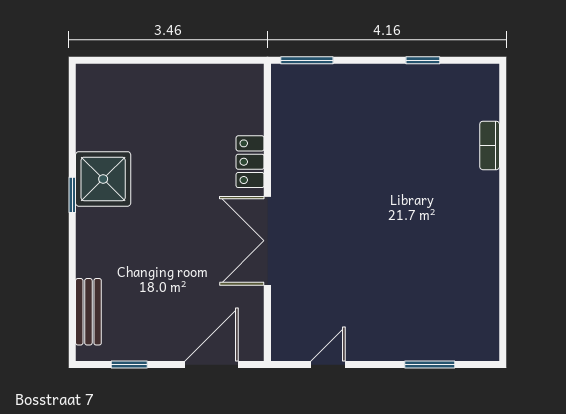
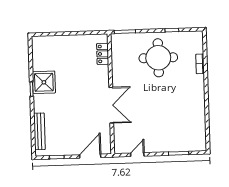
round table: (387, 127) -> (158, 58), added
locker: (250, 162) -> (103, 54), moved
double door: (267, 241) -> (111, 105), swing flipped
bench: (88, 312) -> (39, 131), width x1.36

